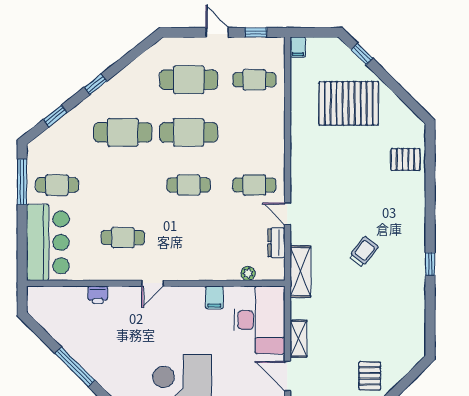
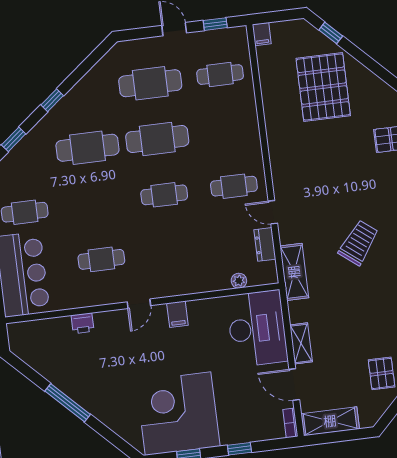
pallet: (349, 103) -> (323, 87), turned 90
trolley: (364, 252) -> (359, 243), width x1.36, depth x1.39
filing cabinet: (214, 297) -> (177, 314), moved

